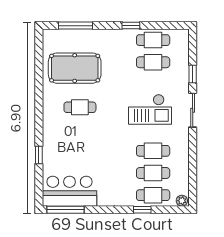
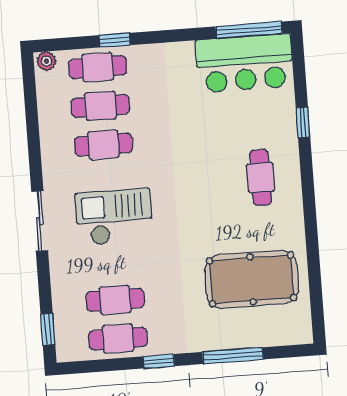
window: (75, 26) -> (233, 356), moved
window: (193, 74) -> (48, 329), moved
cafe table: (80, 107) -> (261, 178), moved, turned 90

